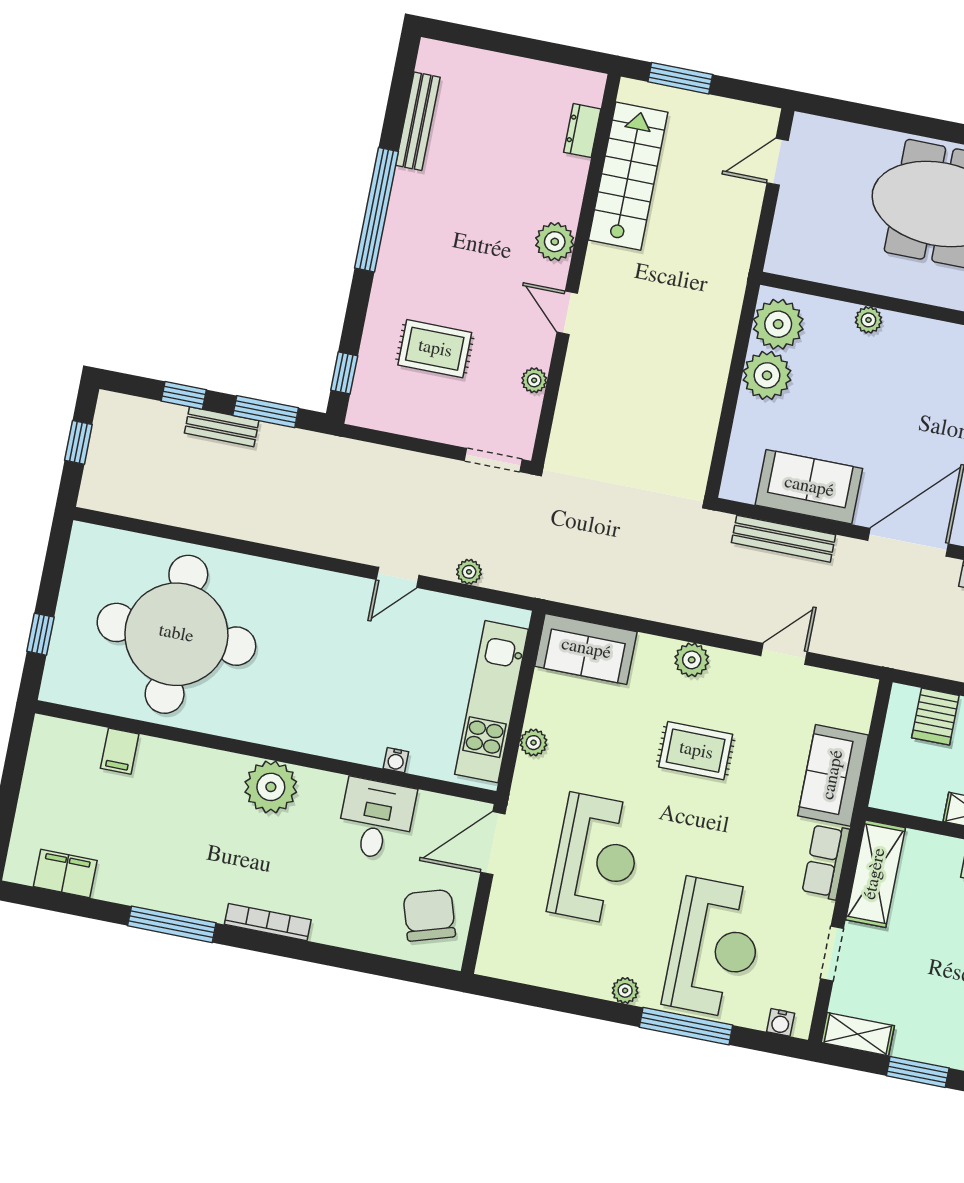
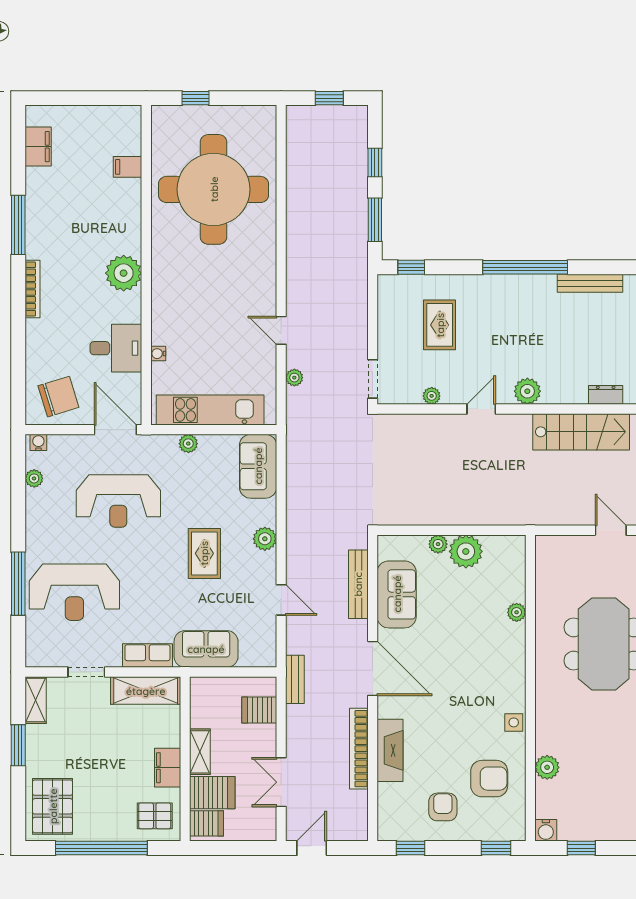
plant: (778, 324) -> (438, 544), moved, width x0.53, depth x0.53
bench: (222, 427) -> (295, 679), moved
plant: (625, 990) -> (34, 478), moved
water cooler: (781, 1022) -> (38, 442), moved, turned 90

